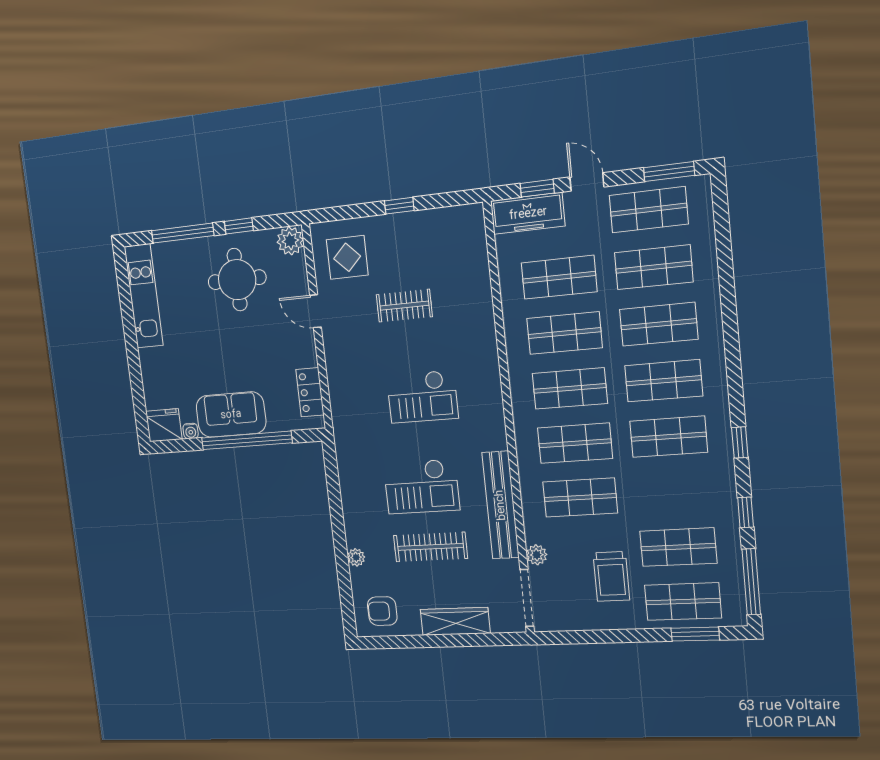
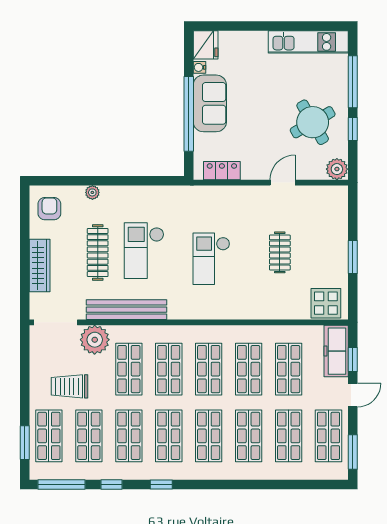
window: (399, 206) -> (353, 257), width x1.50
display table: (347, 257) -> (326, 303), moved
round table: (237, 280) -> (313, 122), turned -30
shop shelf: (673, 492) -> (129, 436), added
plant: (537, 555) -> (95, 340), width x1.87, depth x1.87

